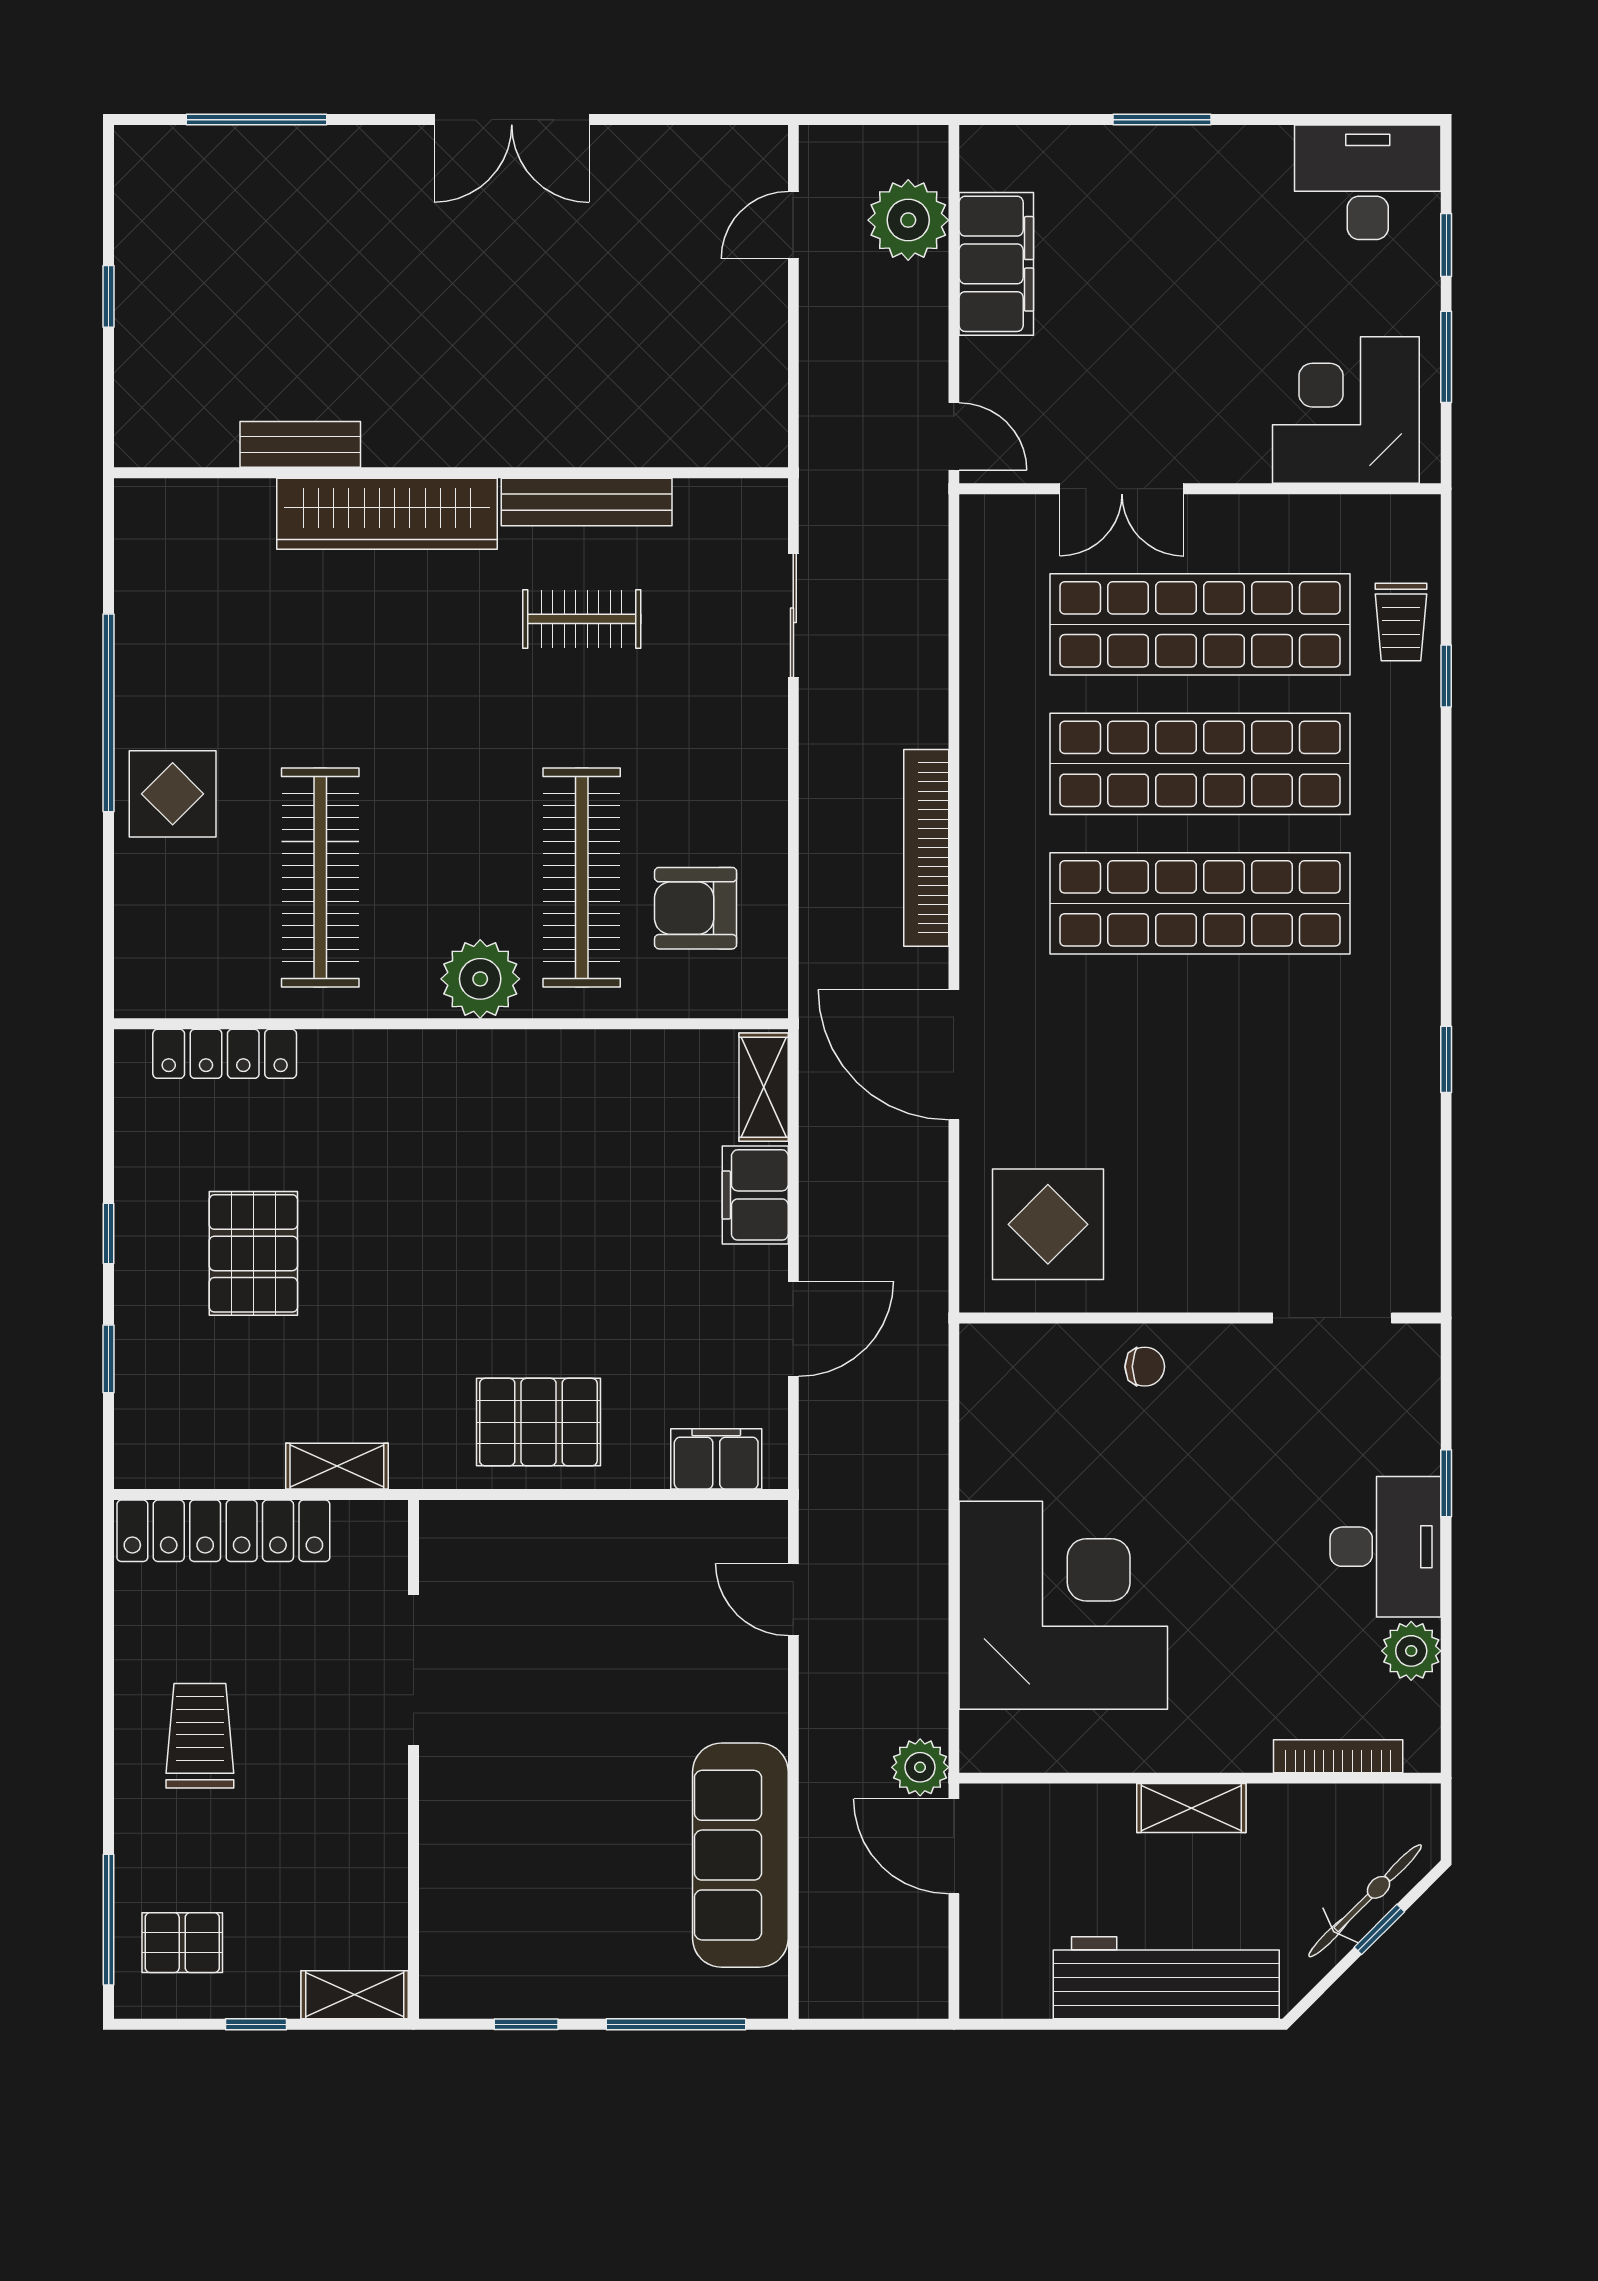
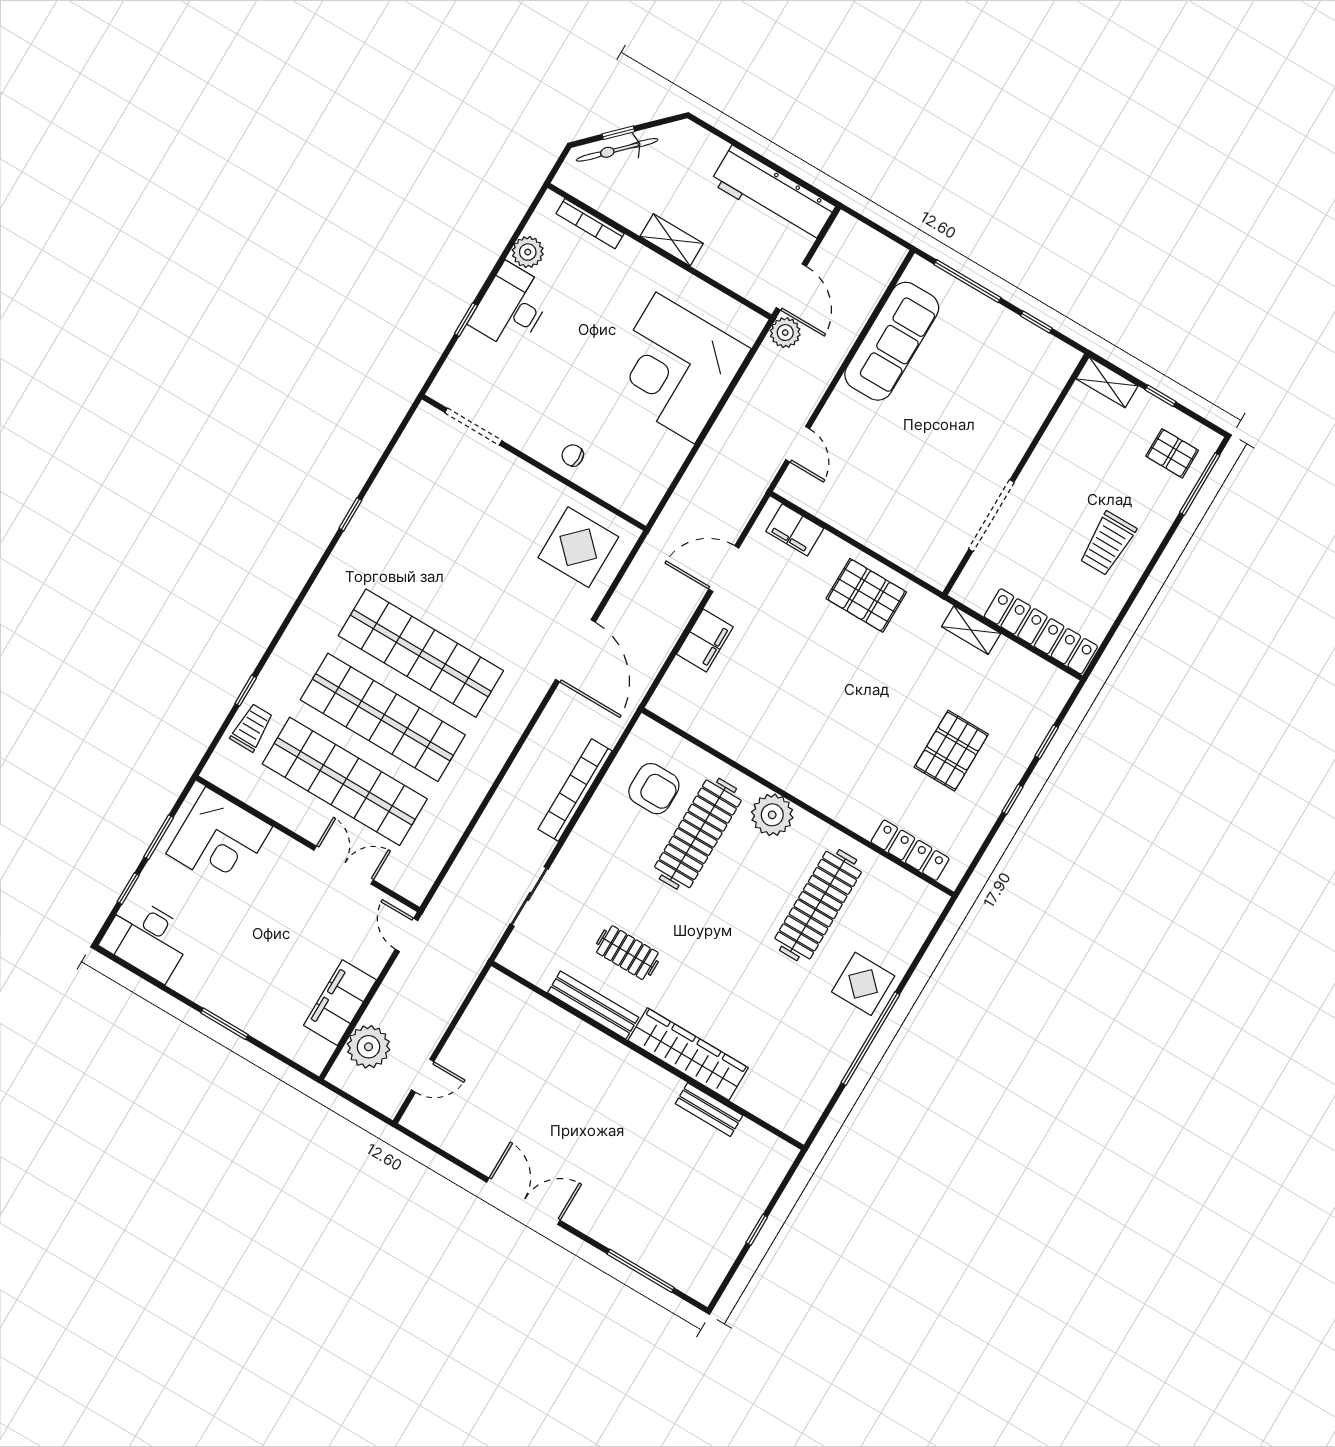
bookcase: (926, 848) -> (575, 790), moved, turned 180
shelving: (764, 1087) -> (672, 688), removed
workbench: (1166, 1978) -> (773, 194), moved

